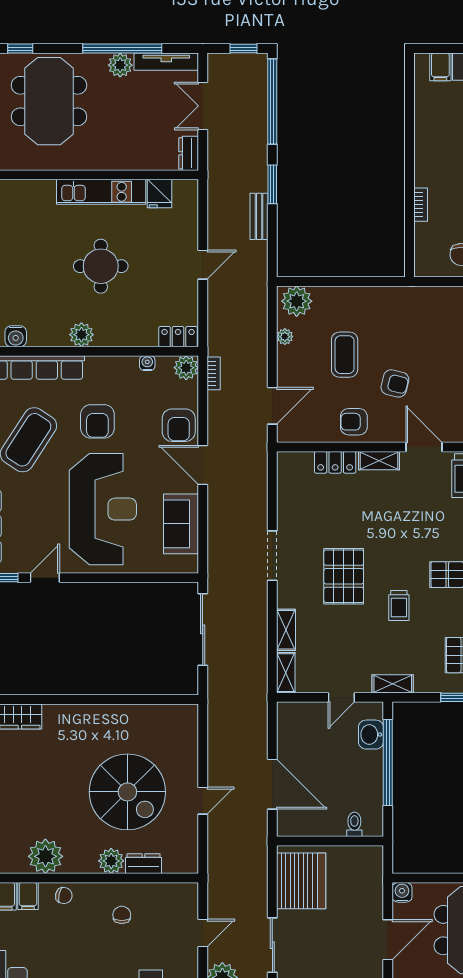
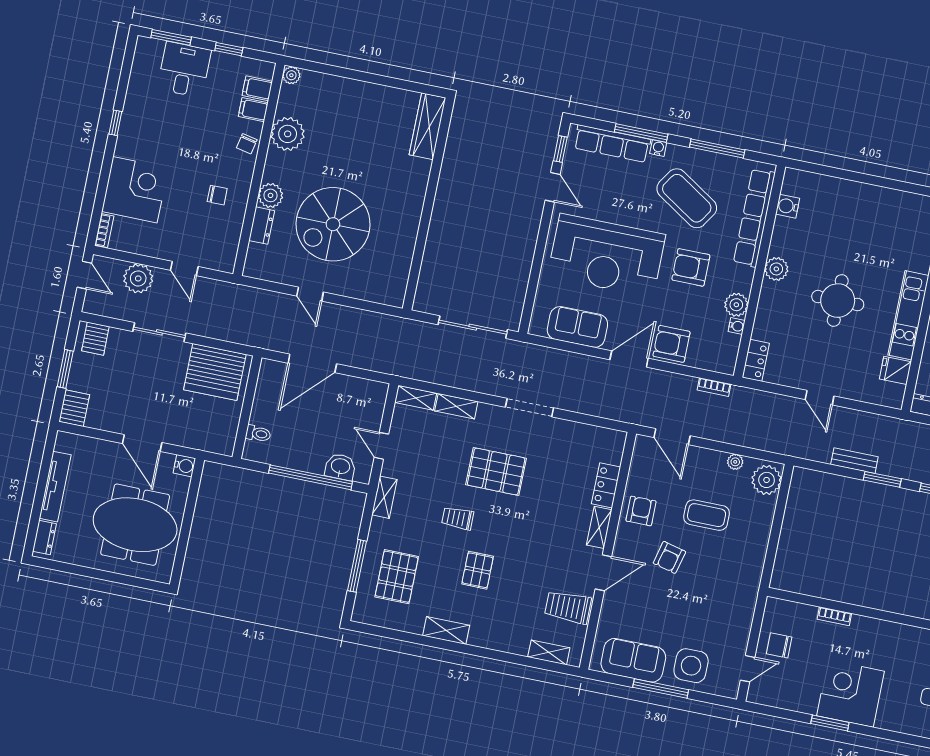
plant: (186, 368) -> (736, 305), moved

